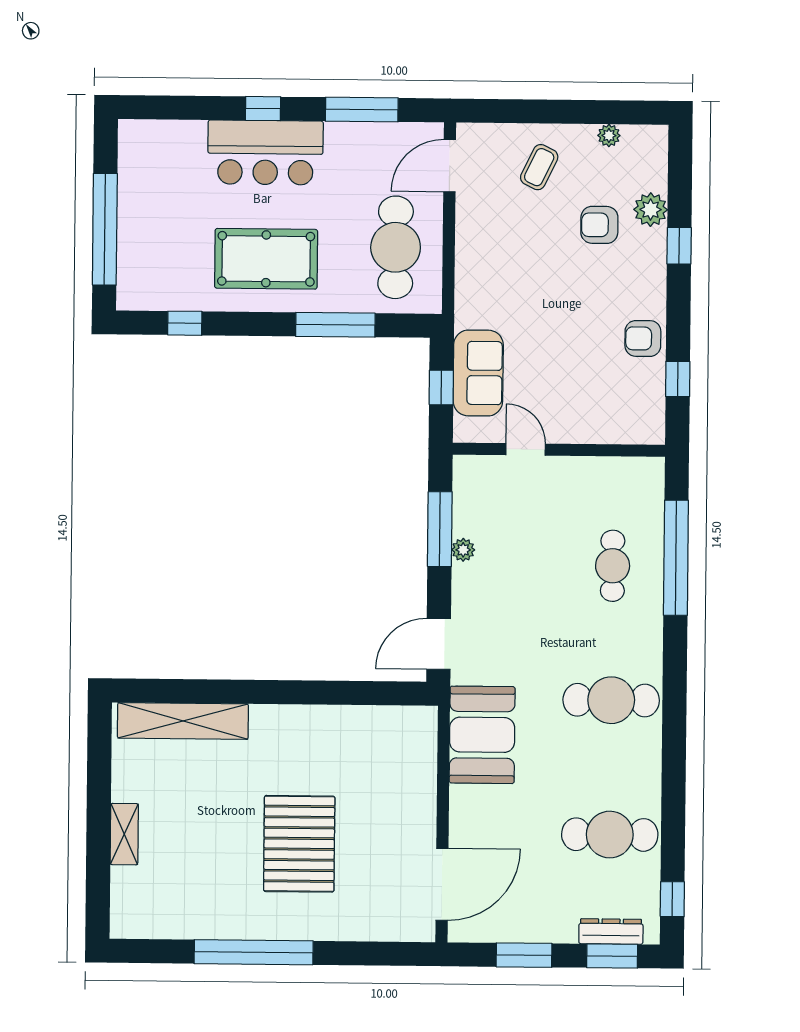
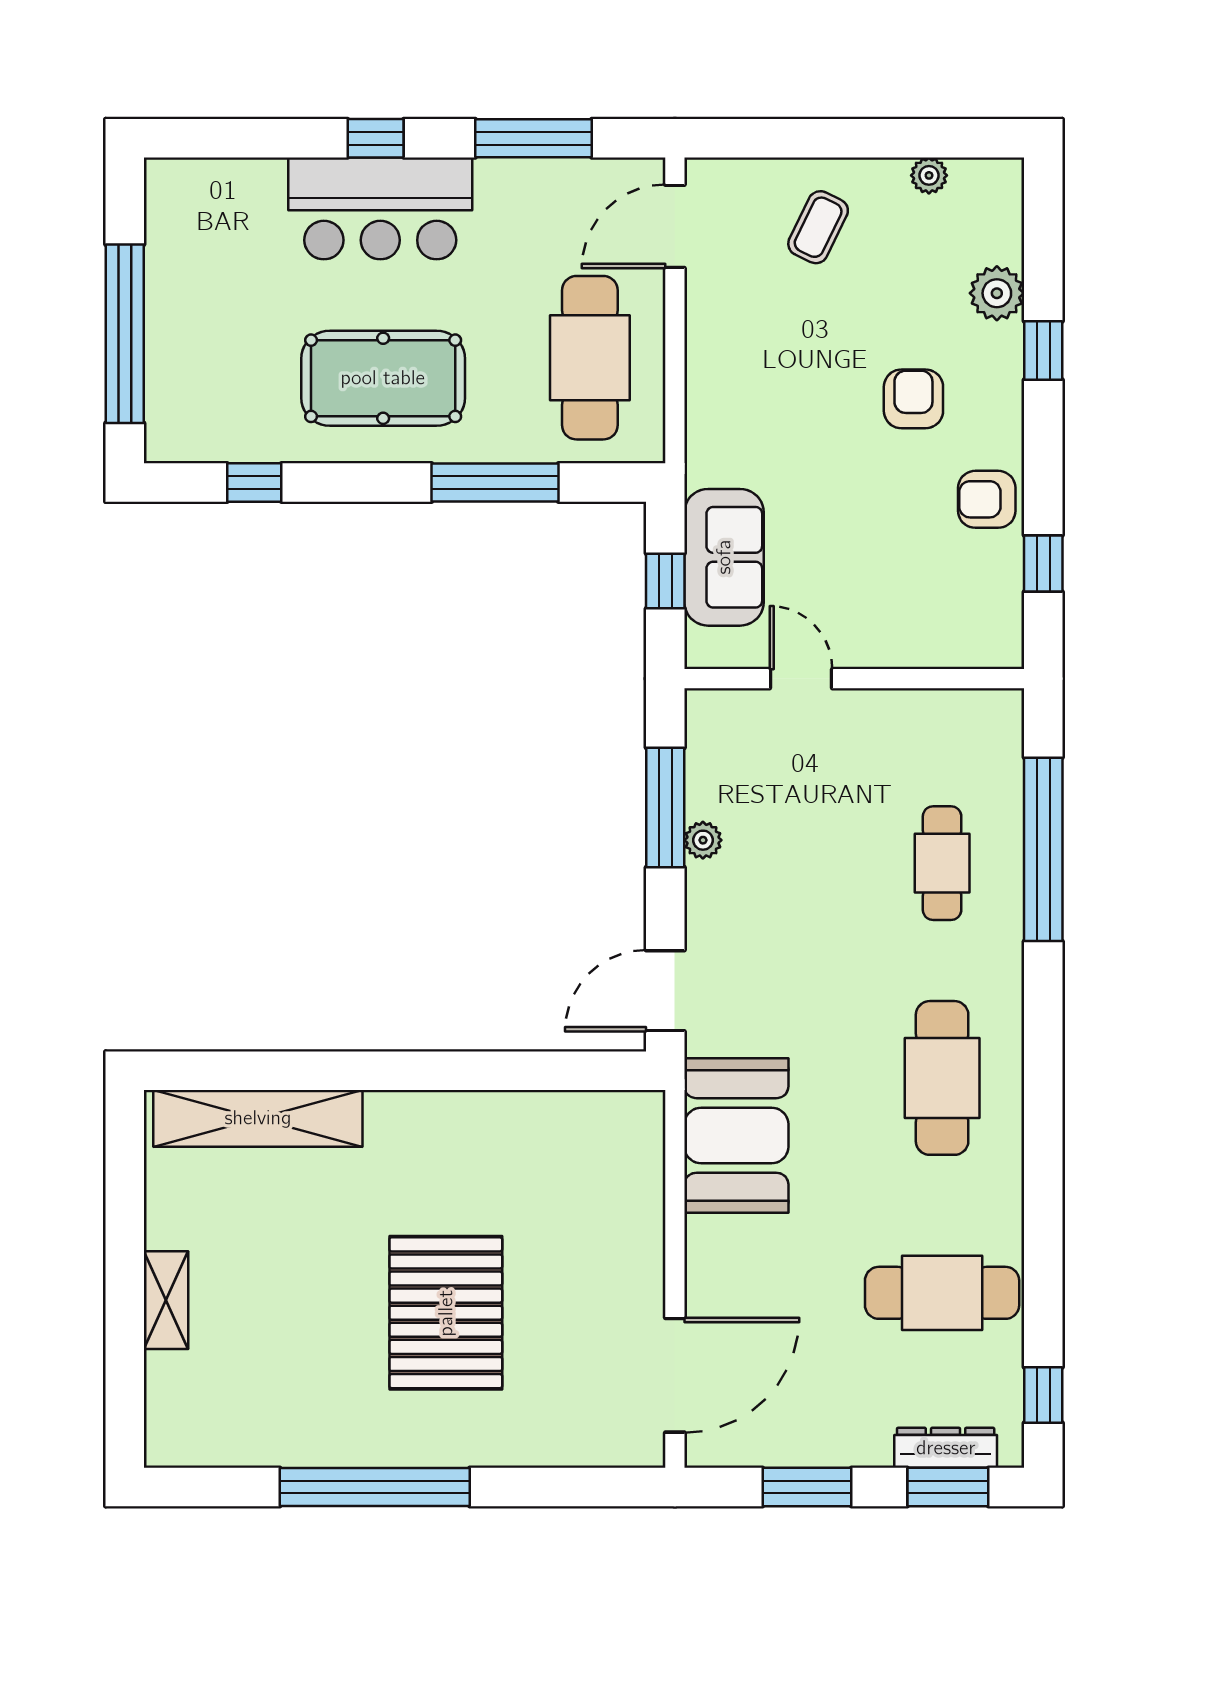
armchair: (599, 225) -> (913, 399), moved, turned 90
cafe table: (611, 700) -> (942, 1078), turned 90

